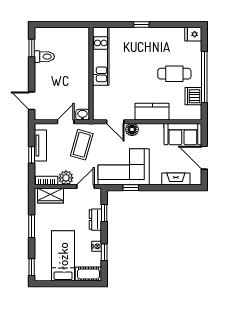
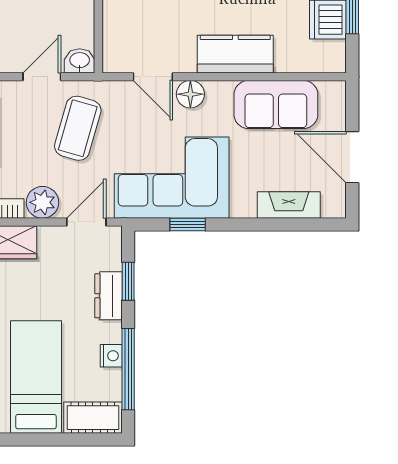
sofa: (183, 134) -> (276, 104), moved
window: (104, 252) -> (128, 369), width x2.17

